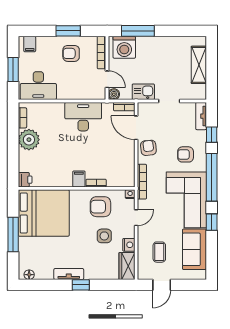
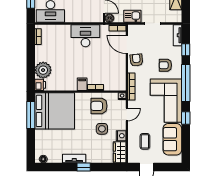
plant: (29, 140) -> (43, 70), moved
window: (13, 234) -> (31, 115), moved

